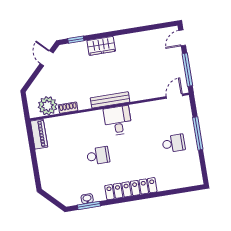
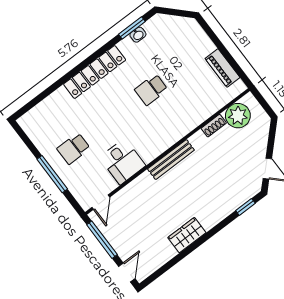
wardrobe: (101, 46) -> (187, 235), moved
desk: (118, 121) -> (123, 162), moved
piano: (39, 134) -> (222, 68), moved

